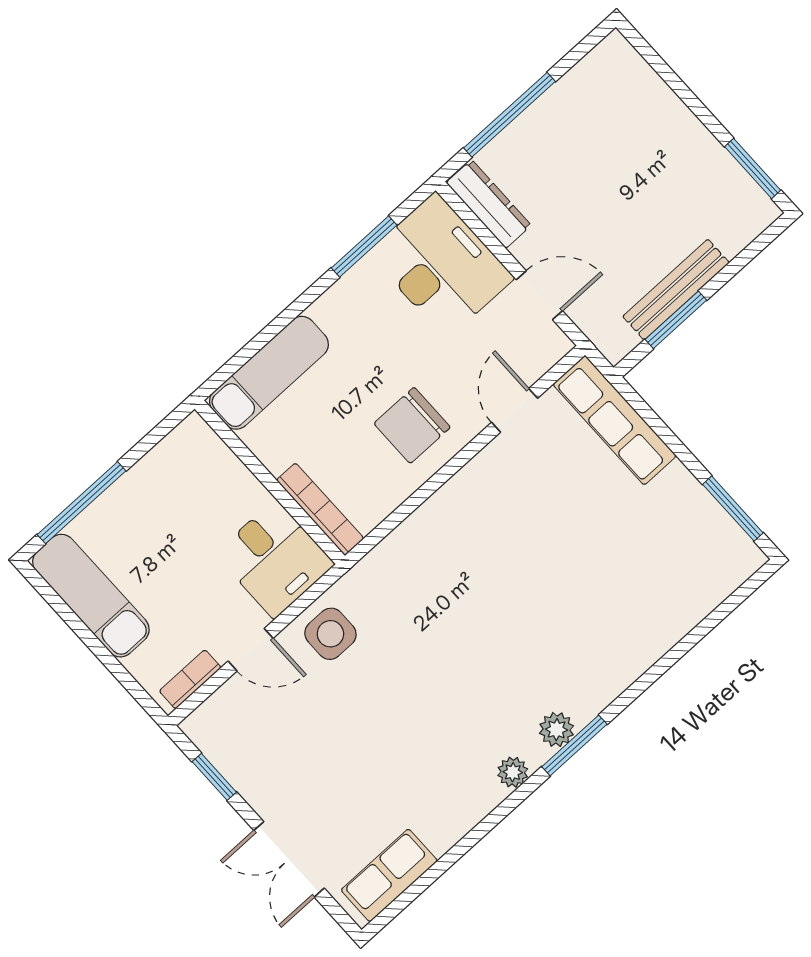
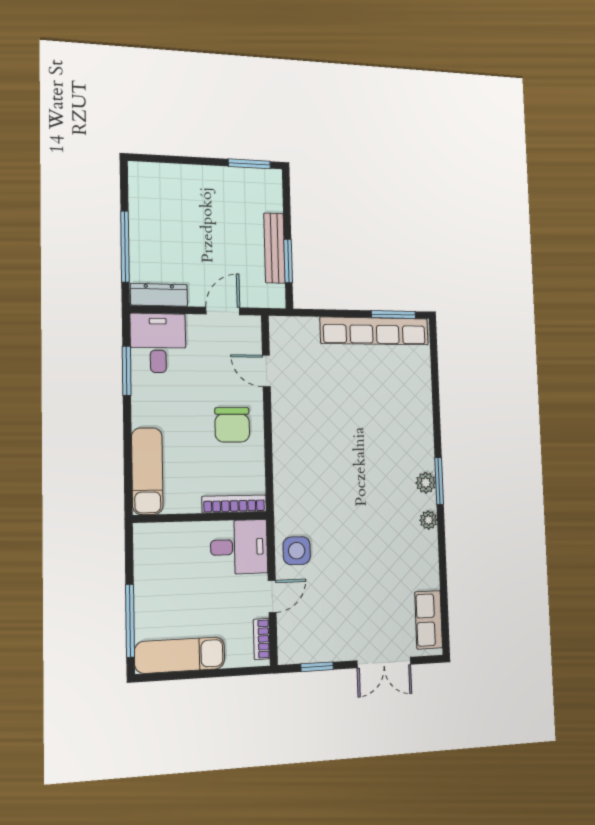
desk: (441, 265) -> (158, 343), width x0.73
row of seats: (615, 420) -> (375, 331), moved, width x1.36

